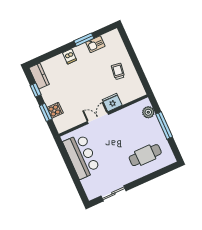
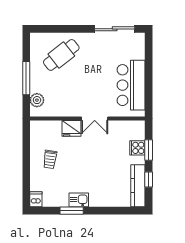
kitchen sink: (95, 44) -> (79, 200), moved
dishwasher: (70, 56) -> (36, 199), moved
kitchen counter: (39, 76) -> (138, 186), width x1.50
cafe table: (145, 155) -> (61, 55), turned -38
sliding door: (113, 193) -> (115, 29), width x1.37

